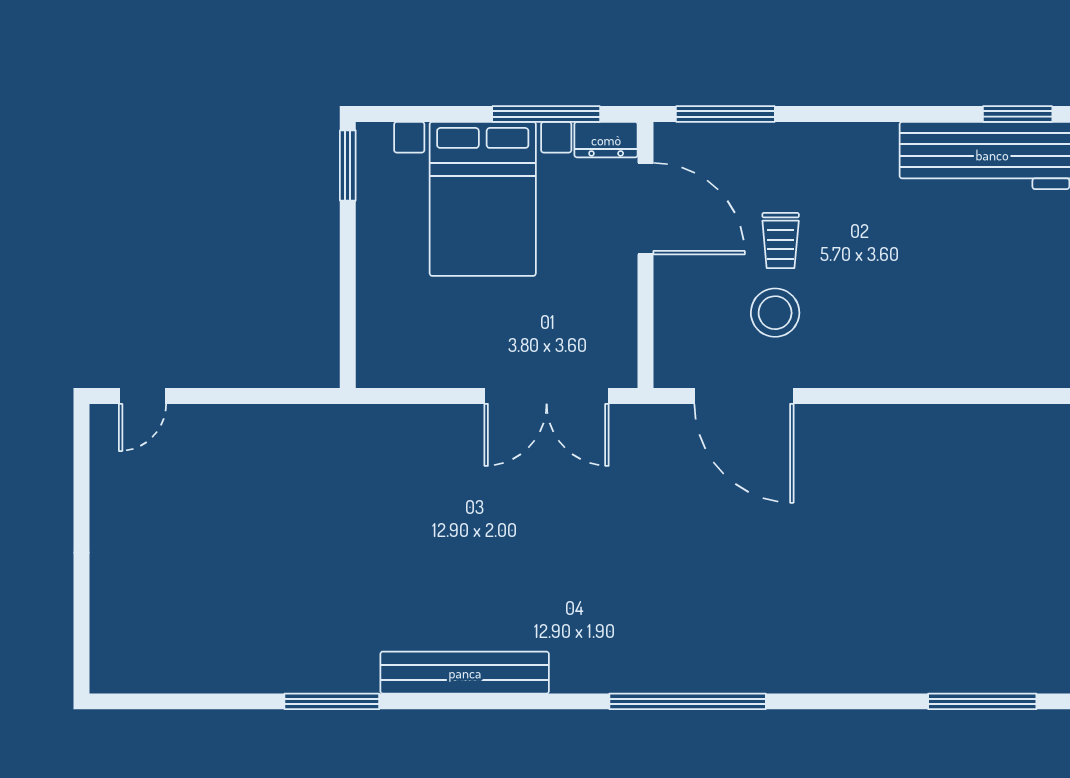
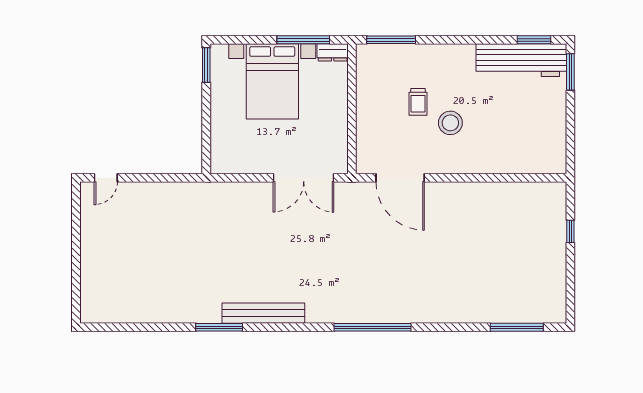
door: (645, 209) -> (352, 86), removed
stool: (775, 313) -> (450, 123), moved
window: (332, 701) -> (219, 327), moved

